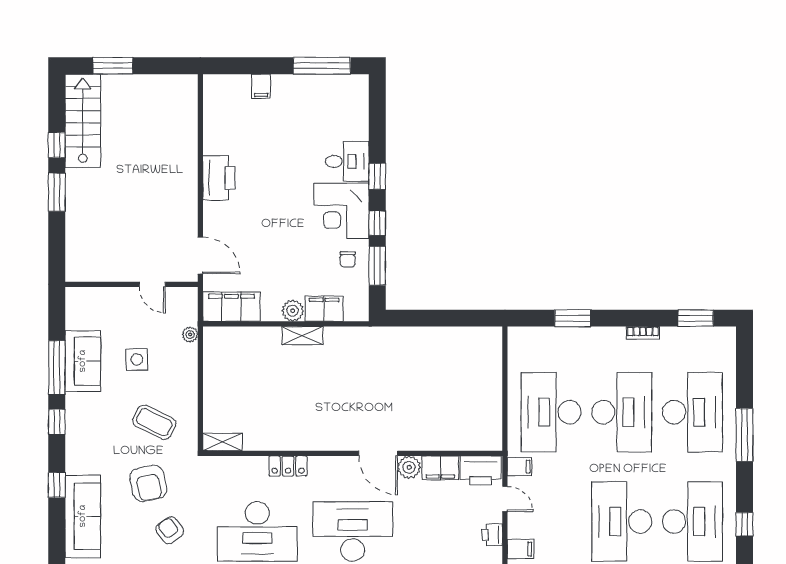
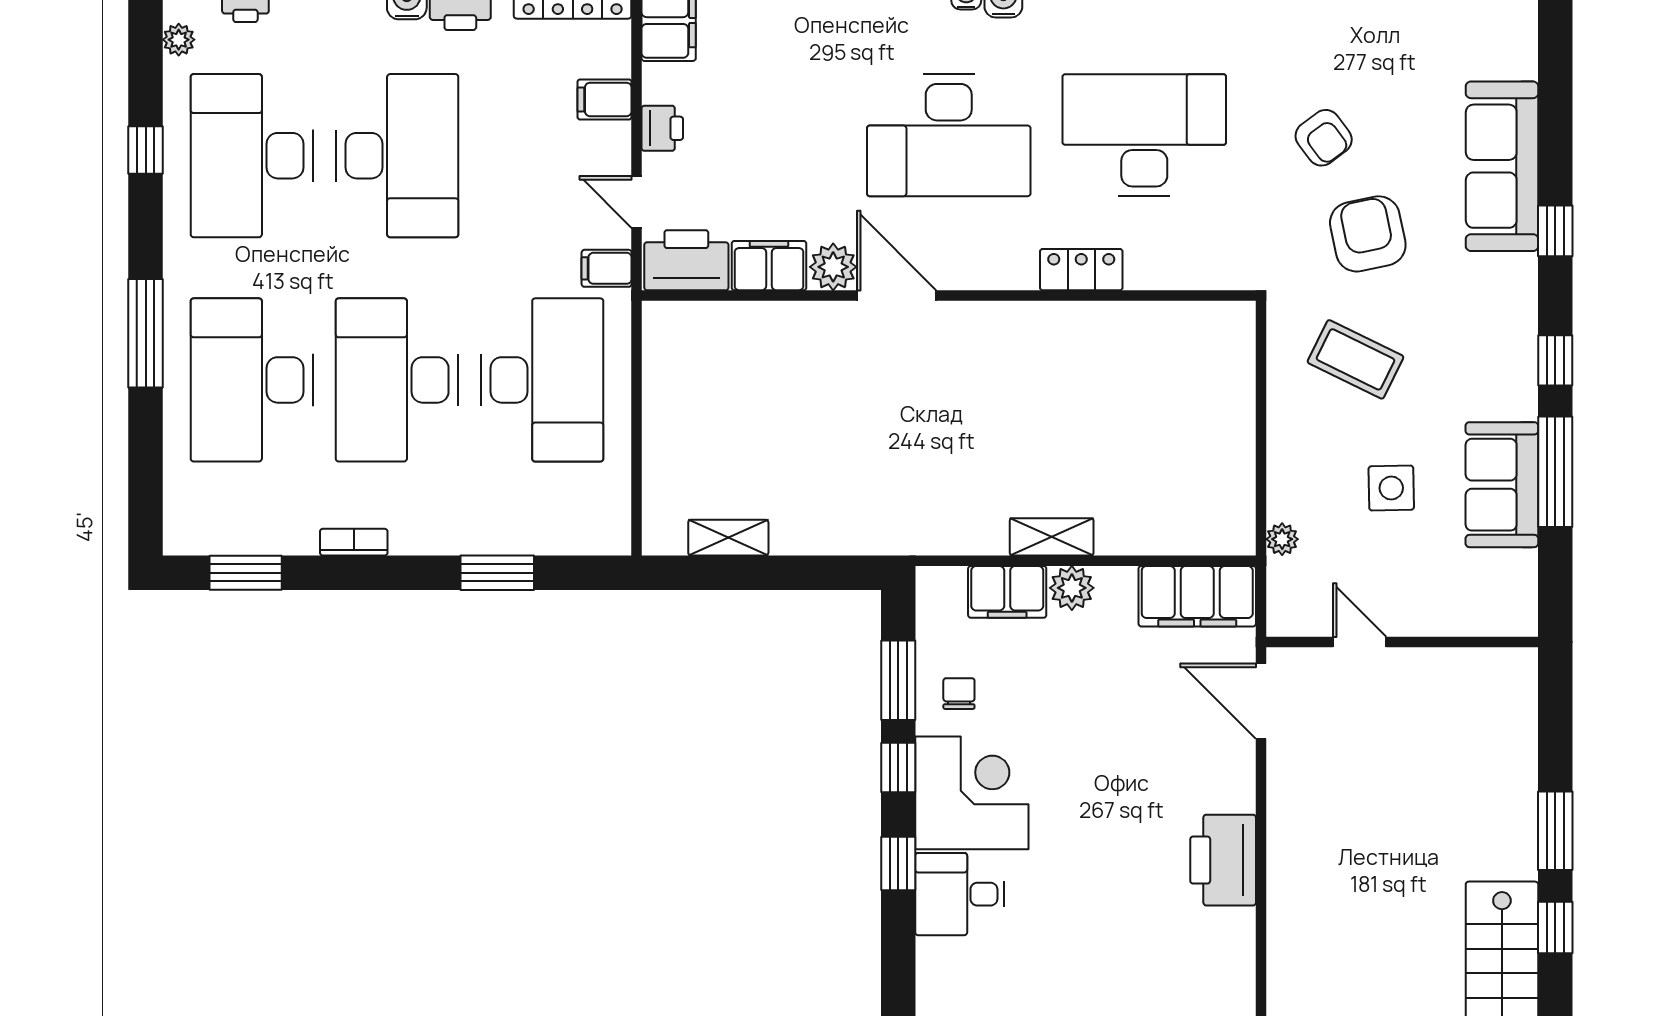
shelving: (222, 442) -> (728, 538), moved

